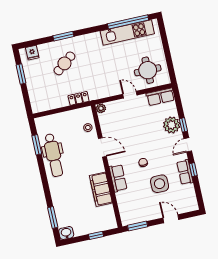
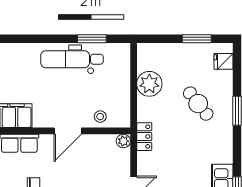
locker: (79, 98) -> (144, 137), moved
plant: (58, 99) -> (149, 84), added

